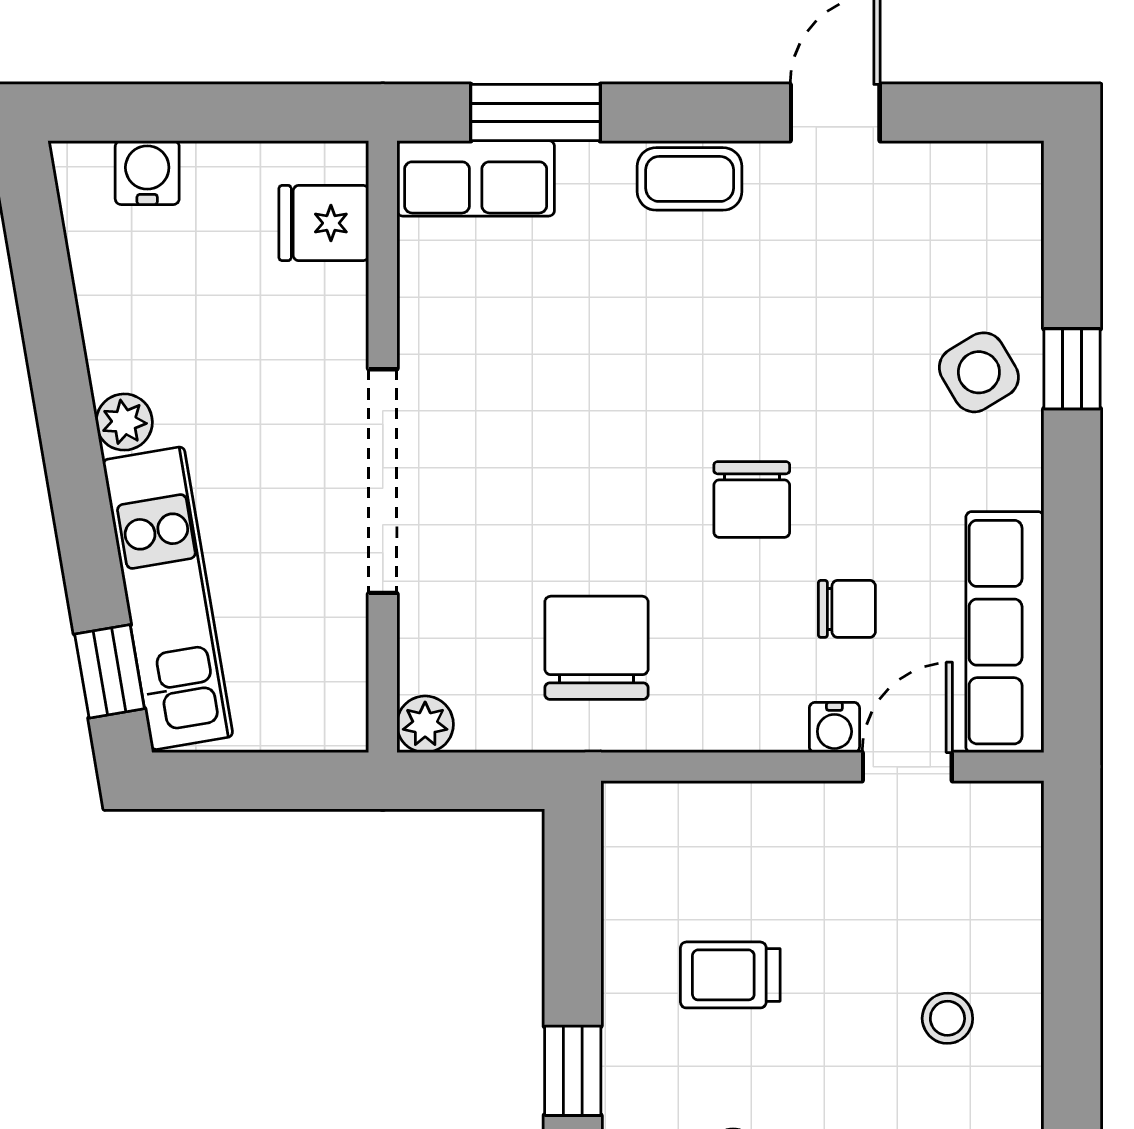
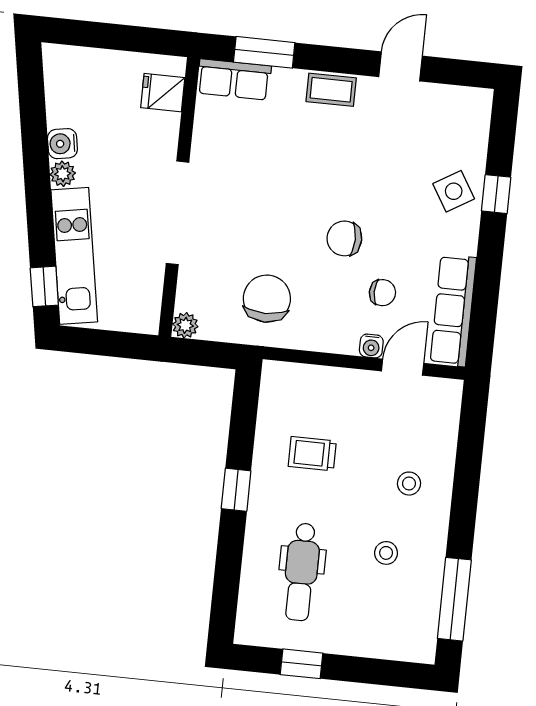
water cooler: (147, 173) -> (62, 144), moved, turned -100
chair: (752, 500) -> (344, 238), turned 90

